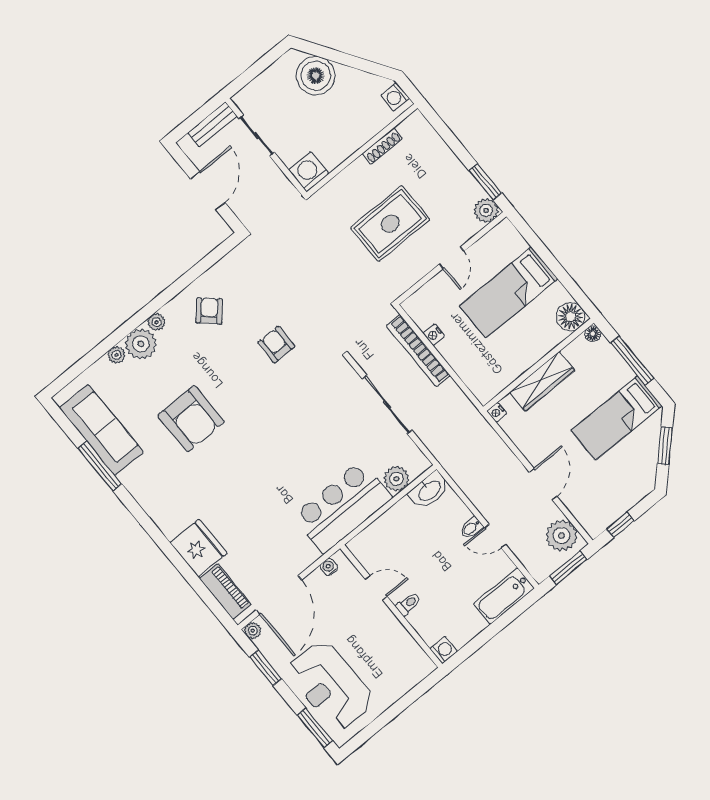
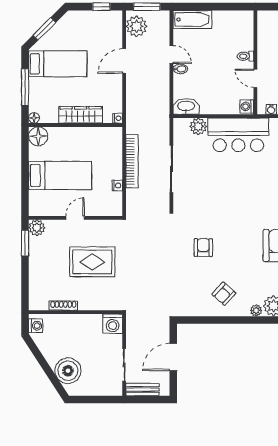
armchair: (276, 345) -> (203, 248), turned 180
bookcase: (418, 350) -> (132, 161), moved
washing machine: (444, 650) -> (247, 107), moved

